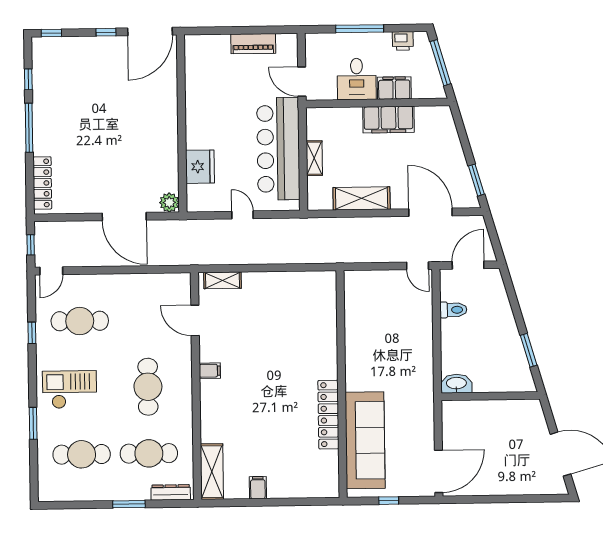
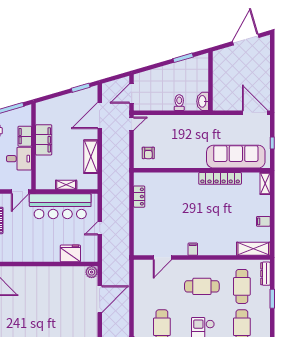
door: (468, 265) -> (132, 93), hinge flipped
shelving: (223, 280) -> (265, 183), moved
locker: (296, 280) -> (139, 197), added
armchair: (369, 294) -> (148, 153), added
toilet: (453, 310) -> (179, 103), moved

